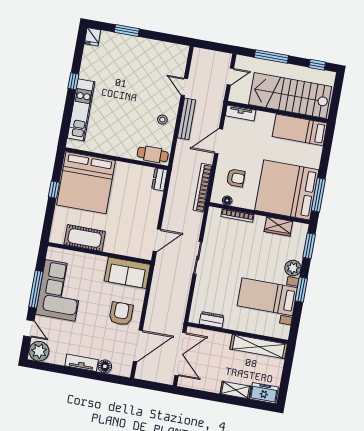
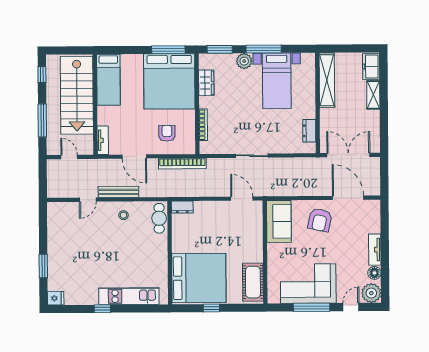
floor lamp: (227, 201) -> (190, 137), removed
cot: (85, 238) -> (253, 282), moved
window: (301, 290) -> (264, 49), width x1.44
armchair: (121, 314) -> (320, 220), turned -78
floor lamp: (105, 366) -> (374, 273), moved

